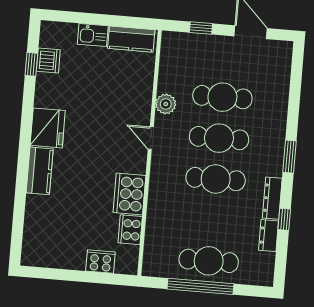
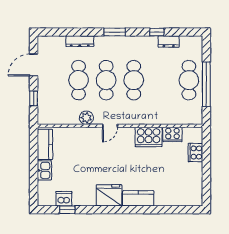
dresser: (272, 198) -> (80, 41), moved

